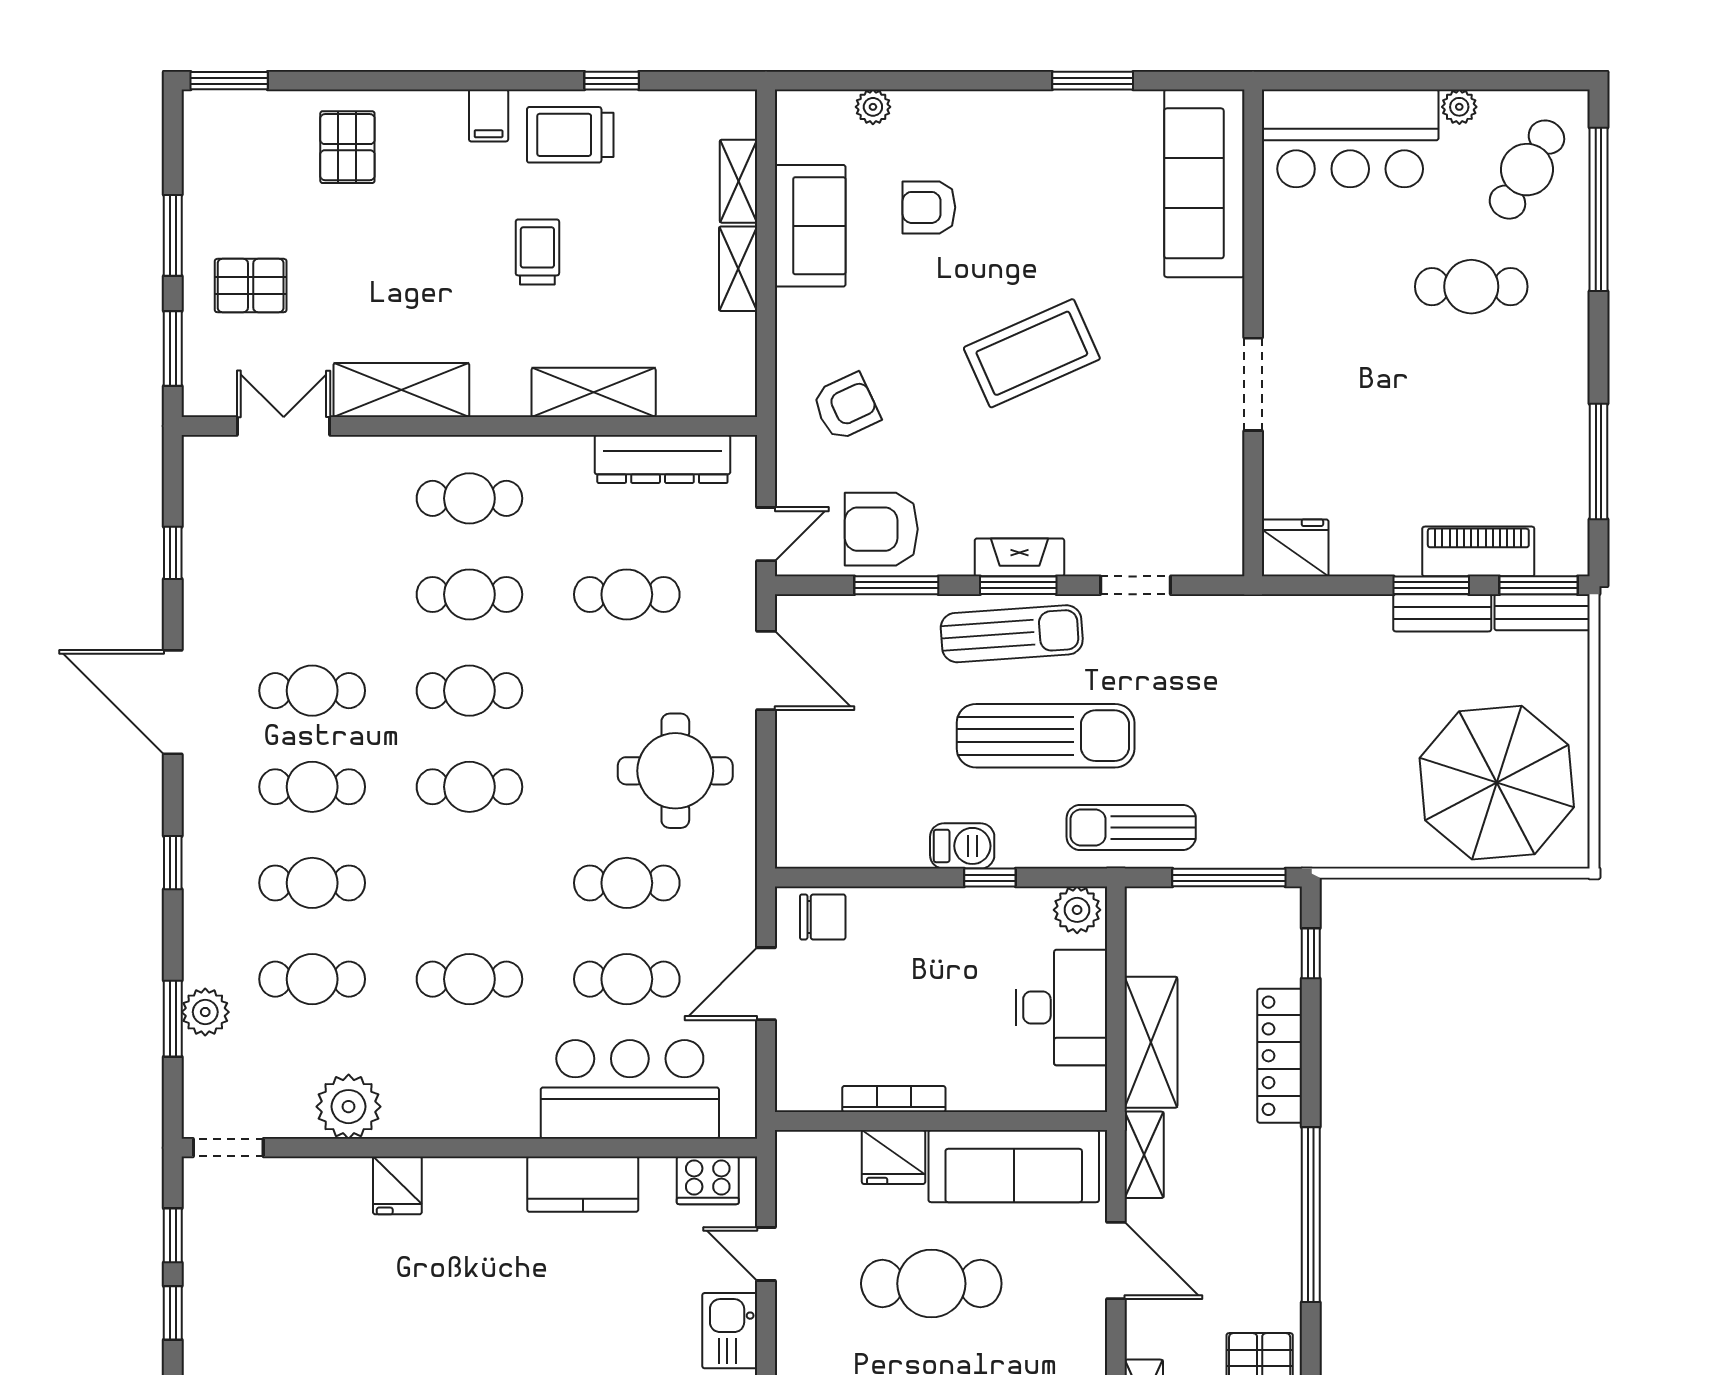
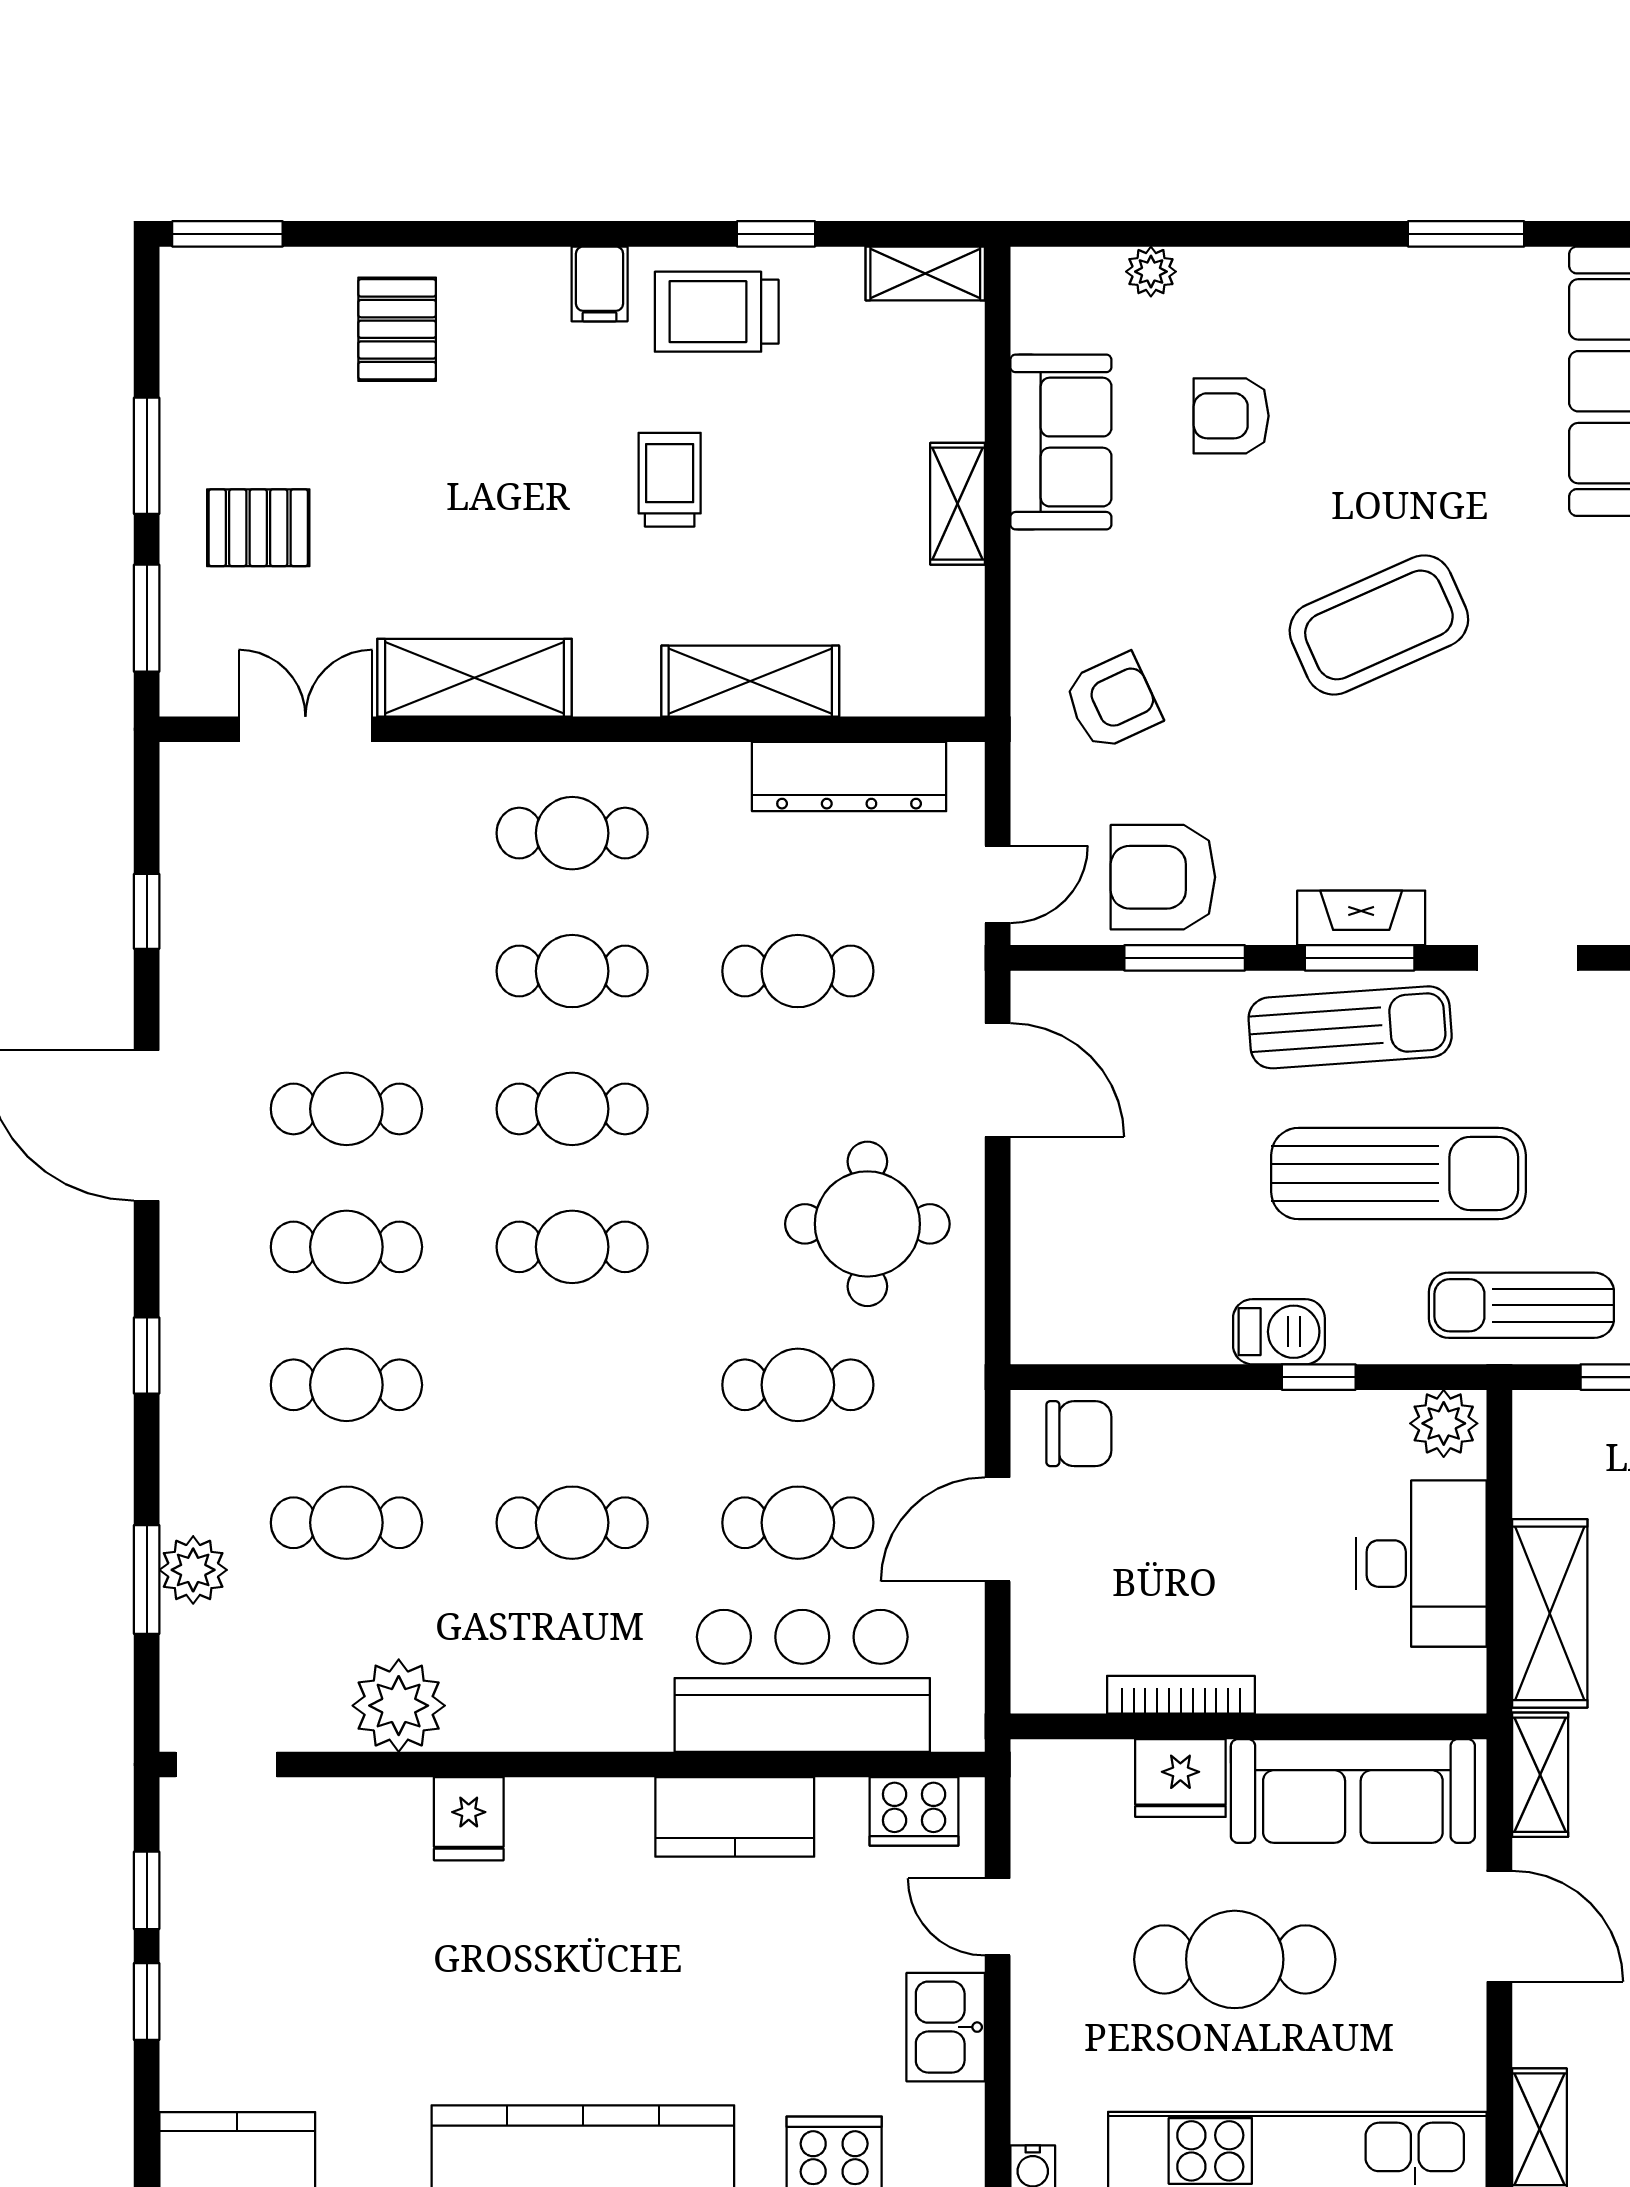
shelving: (739, 181) -> (925, 273), moved, turned 90

